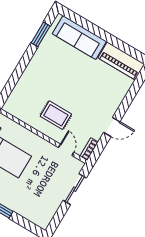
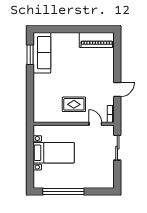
sofa: (79, 37) -> (42, 53), moved, turned -90

